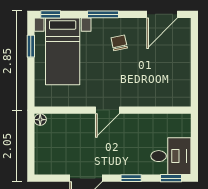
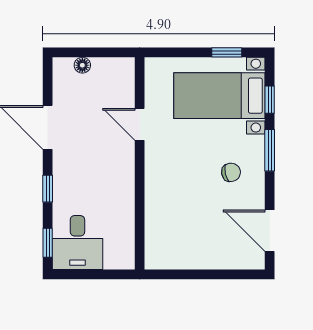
window: (51, 14) -> (270, 100), moved
door: (107, 110) -> (140, 124), moved
floor lamp: (40, 120) -> (82, 65), moved

